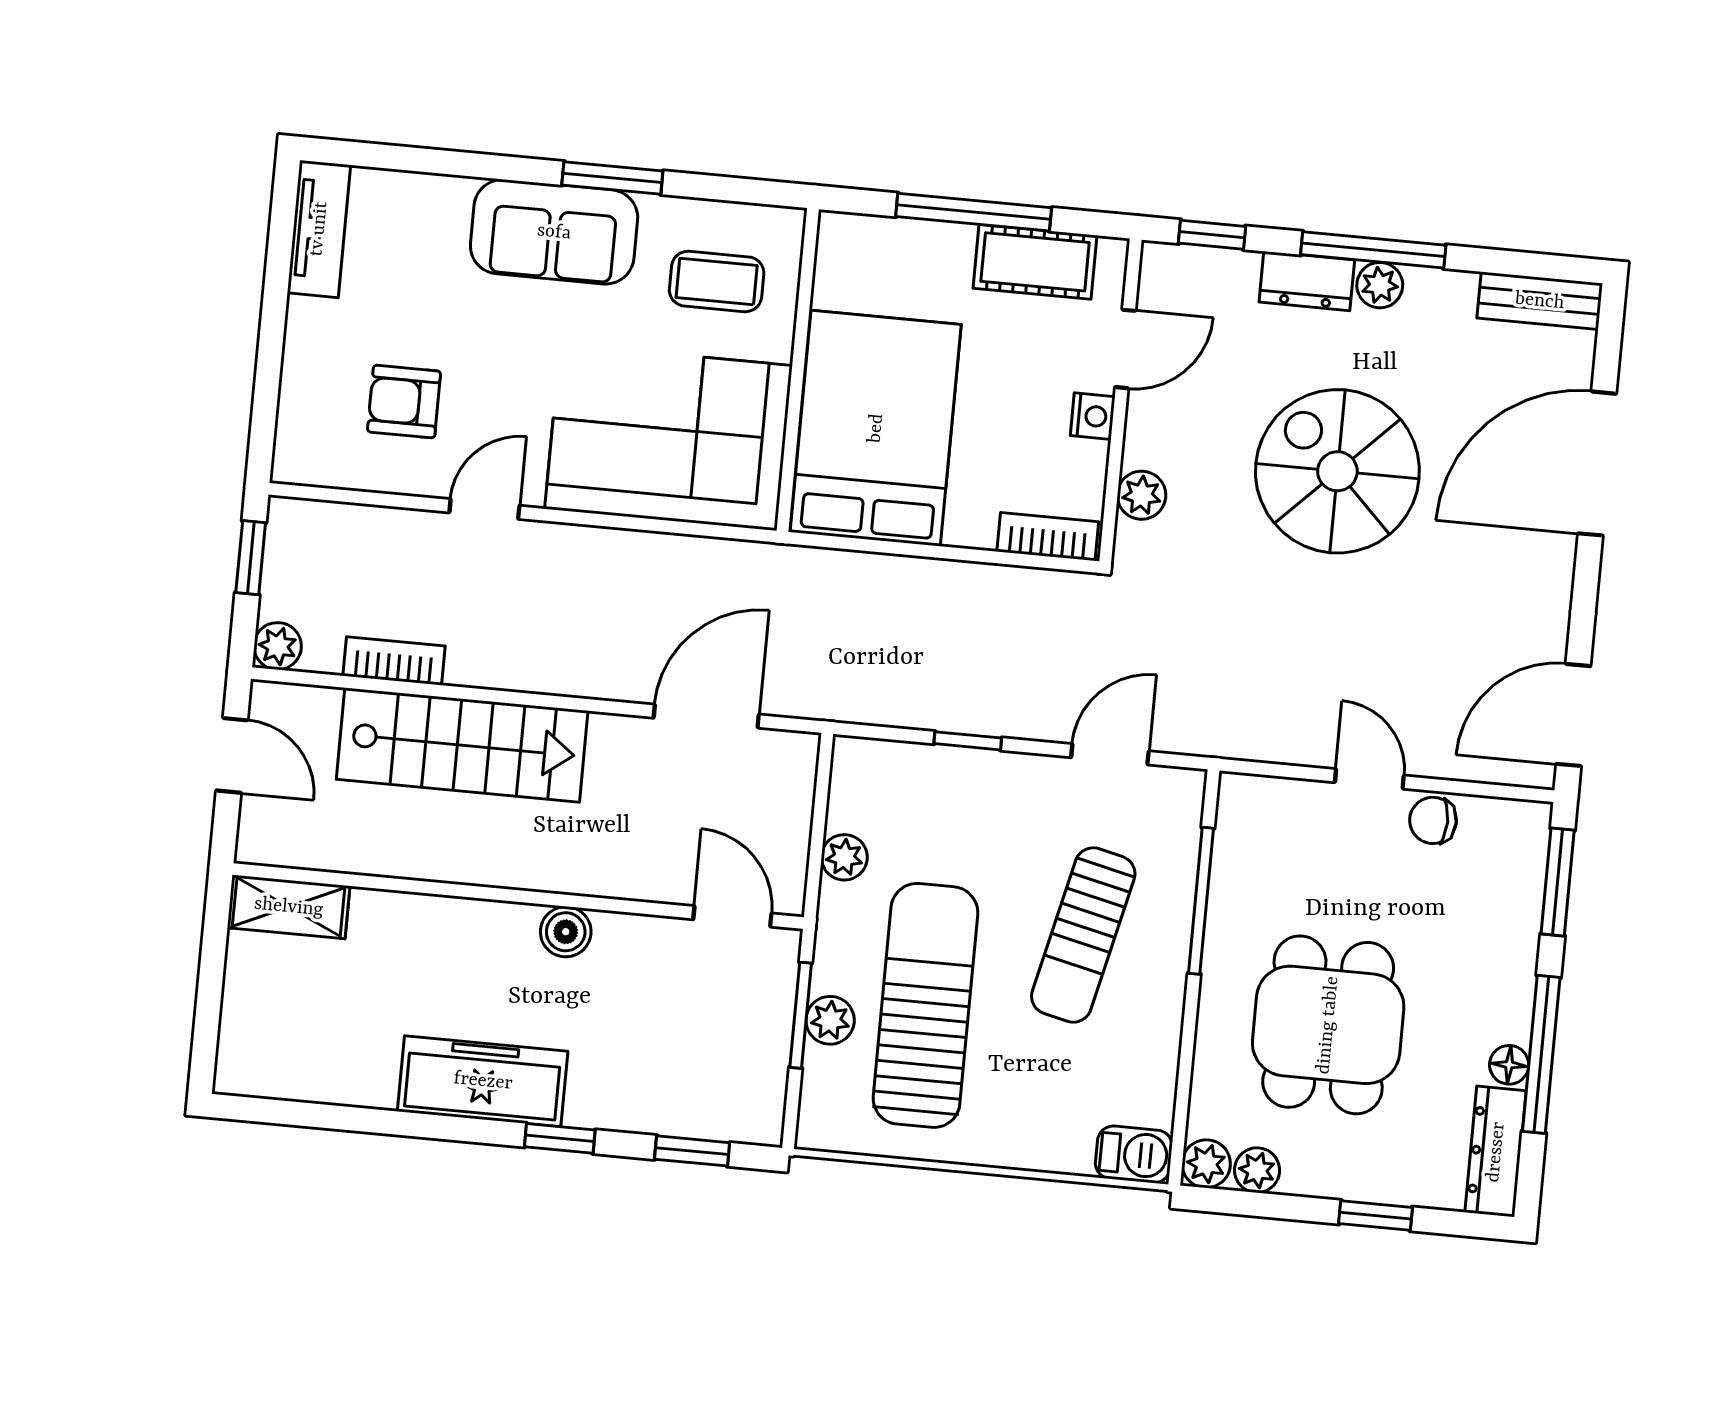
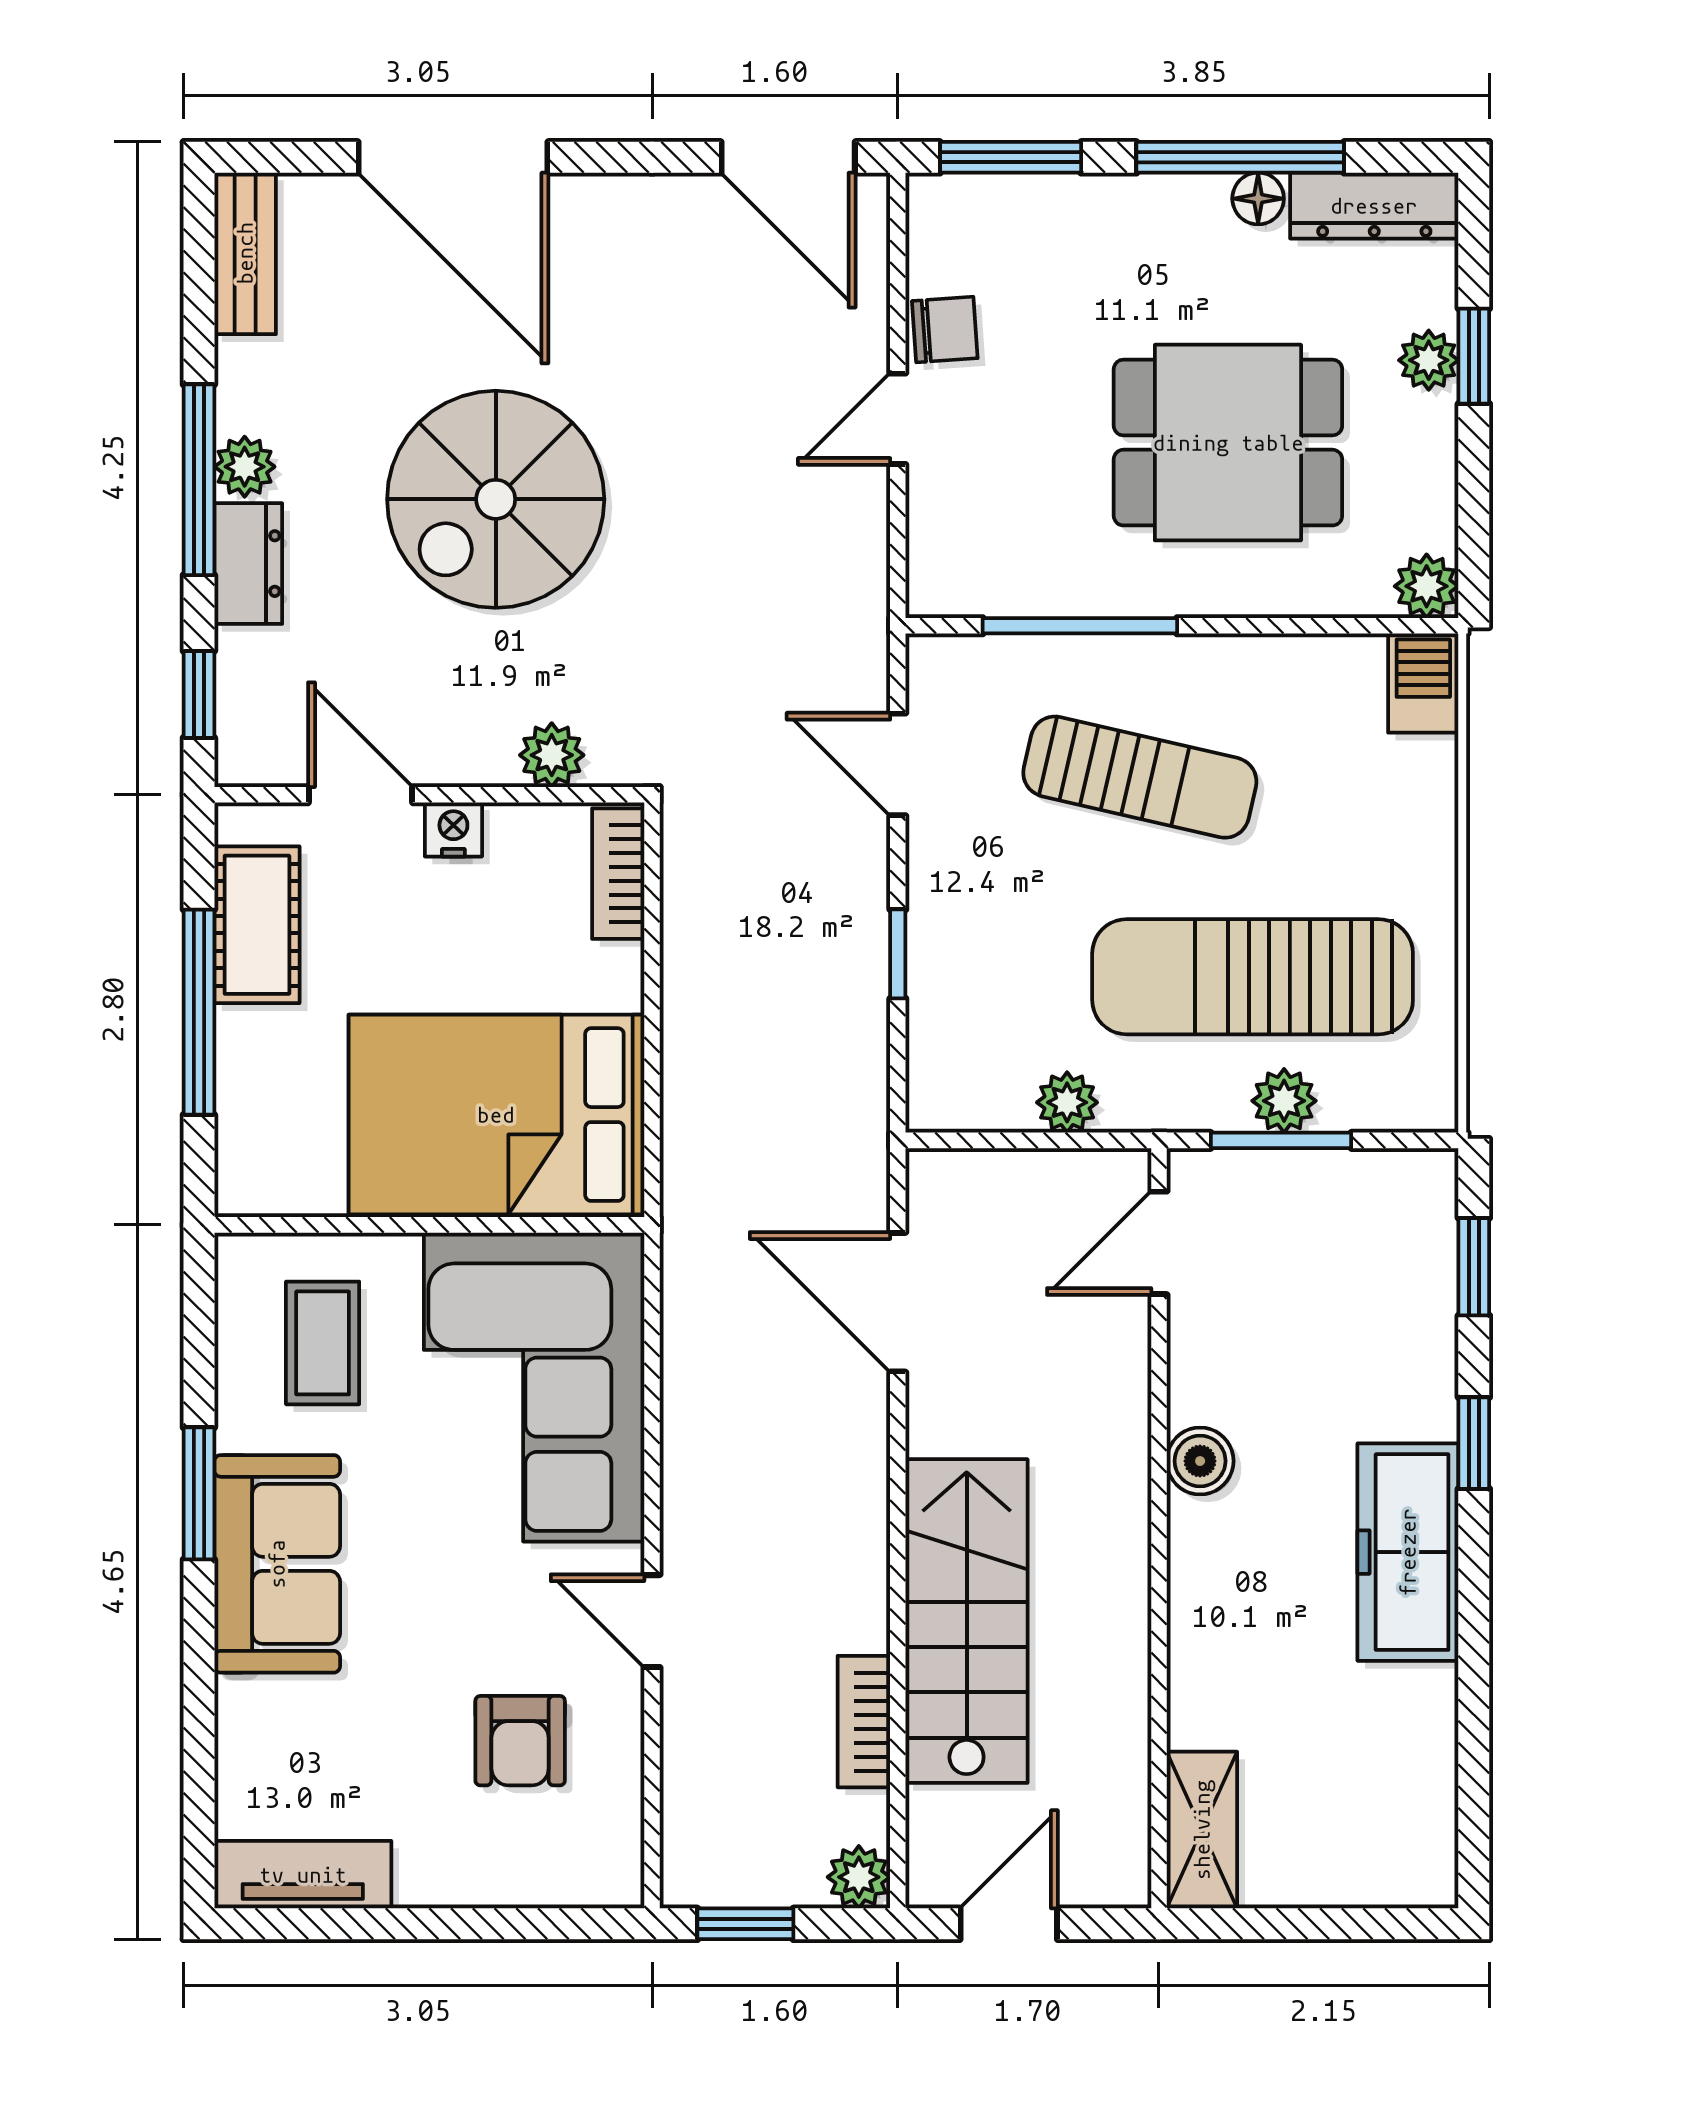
chair: (1433, 820) -> (945, 330), turned -94
plant: (1257, 1170) -> (1429, 360), moved

